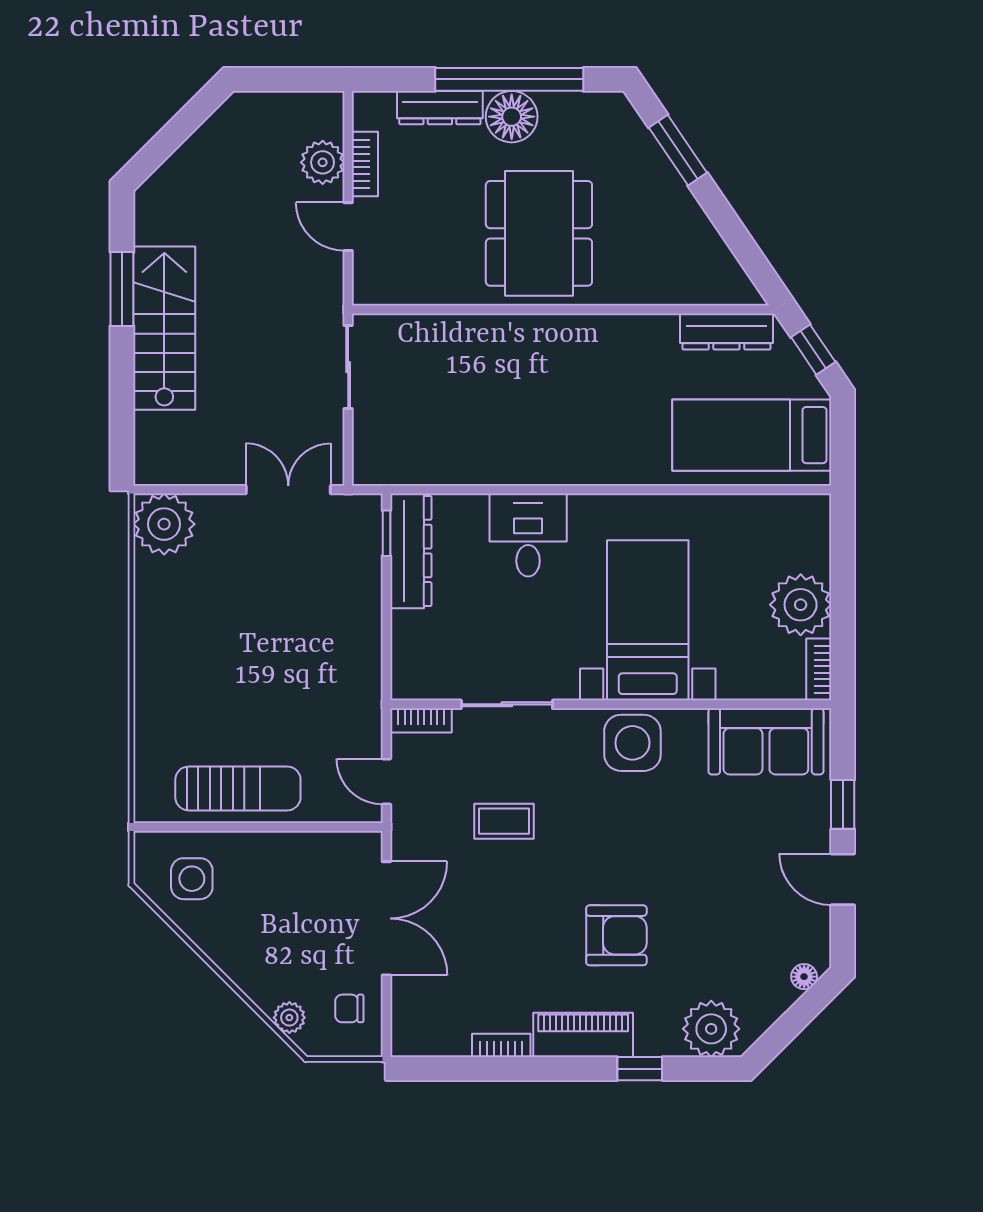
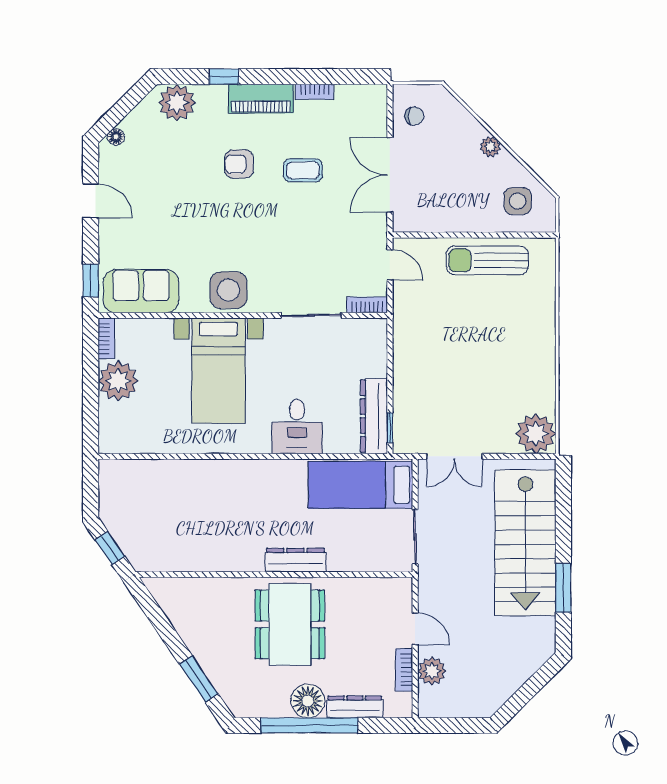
stairs: (164, 328) -> (525, 543), width x1.36, depth x1.51
dresser: (726, 331) -> (295, 560), moved
bed: (752, 435) -> (360, 485), moved, turned 180
window: (843, 804) -> (91, 280), moved
coffee table: (504, 821) -> (303, 170), moved
armchair: (616, 935) -> (239, 164), width x0.72, depth x0.72
plant: (289, 1018) -> (490, 147), moved

